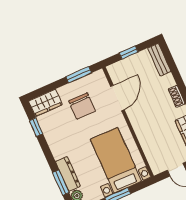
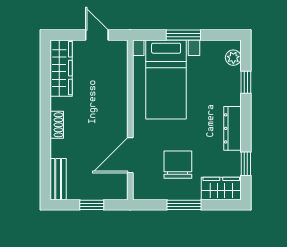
window: (79, 75) -> (184, 205), moved
dresser: (68, 174) -> (232, 128), moved
window: (61, 183) -> (246, 82), width x0.67

